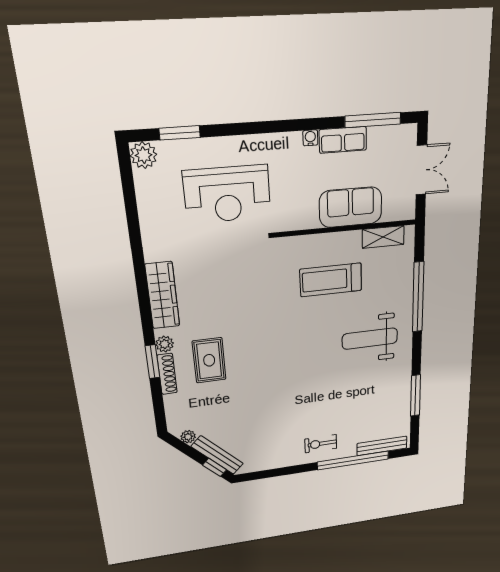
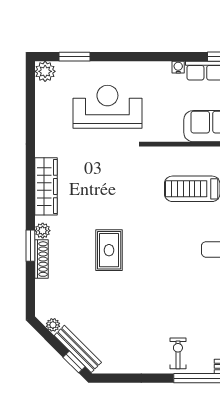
reception desk: (227, 194) -> (107, 107), turned 180
rug: (209, 360) -> (109, 250), moved
exercise bike: (321, 444) -> (178, 353), turned 90

